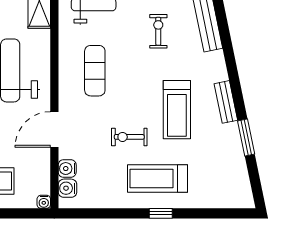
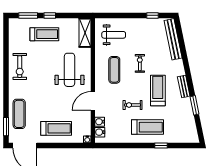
exercise bike: (158, 31) -> (140, 63), moved
treadmill: (177, 110) -> (158, 90), turned 180
treadmill: (157, 179) -> (148, 127), turned 180
window: (161, 213) -> (161, 145), moved

